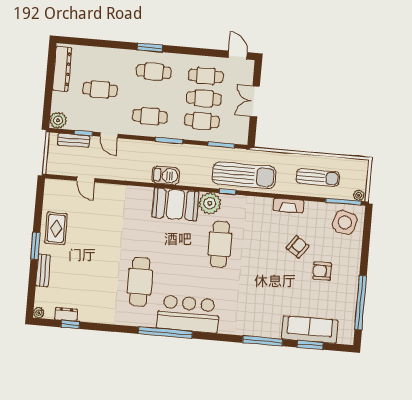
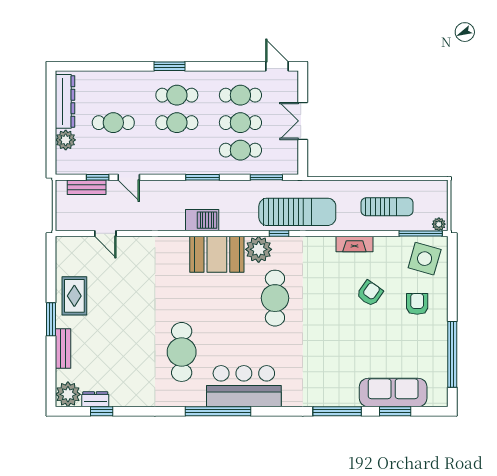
cafe table: (150, 116) -> (177, 123), moved
plant: (58, 120) -> (66, 140), moved
armchair: (322, 271) -> (417, 304), moved, turned 90
plant: (39, 313) -> (68, 394), width x1.88, depth x1.88

